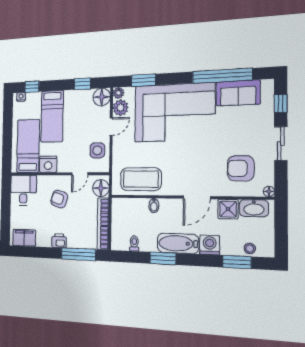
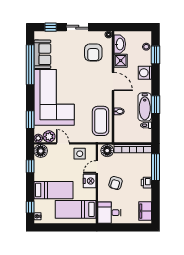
nightstand: (48, 164) -> (90, 181), moved
door: (80, 174) -> (97, 167), swing flipped
bathtub: (178, 243) -> (145, 107), moved

